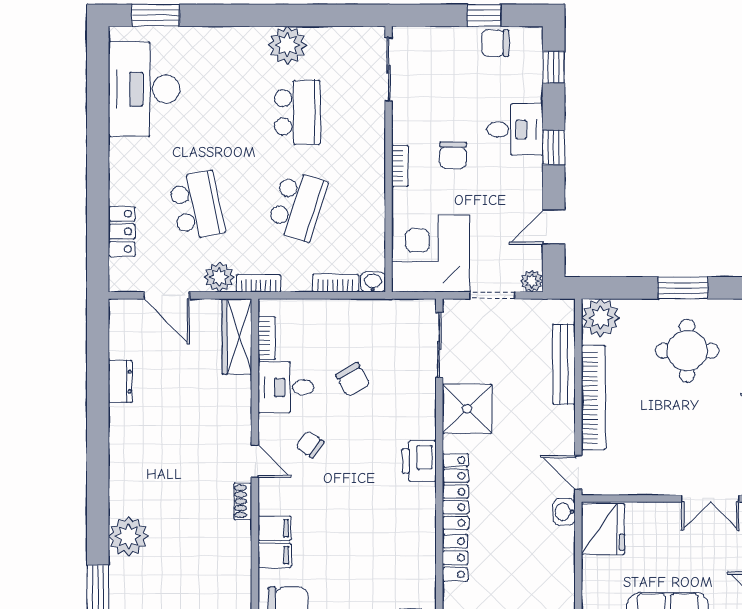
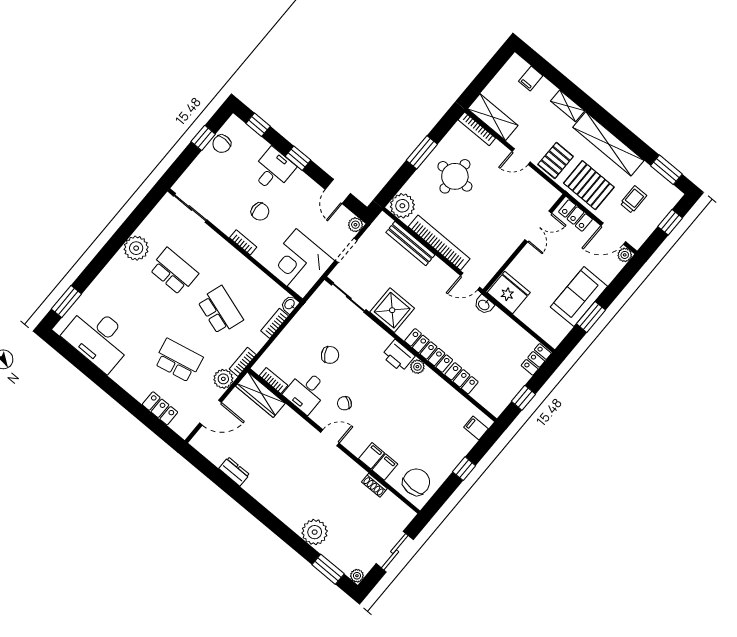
plant: (425, 494) -> (417, 367), added
shoe rack: (243, 501) -> (374, 485), moved

